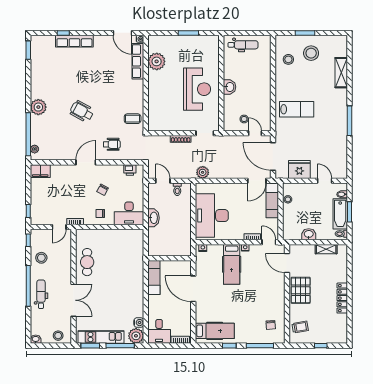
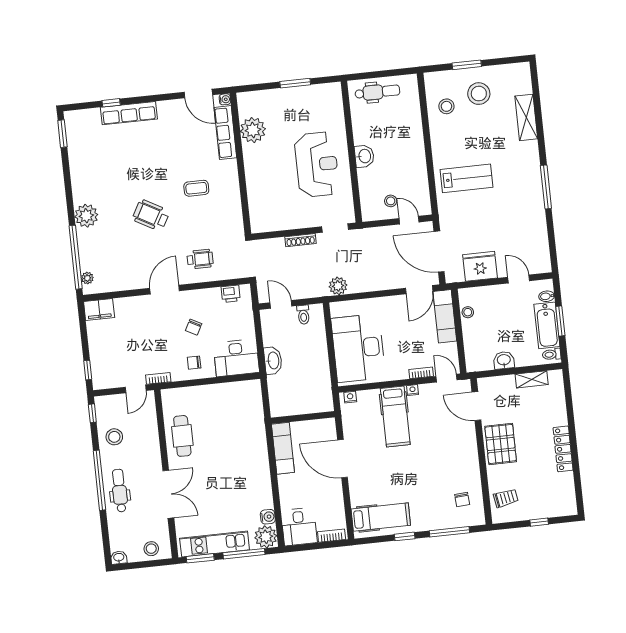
coffee table: (133, 119) -> (196, 188), moved

